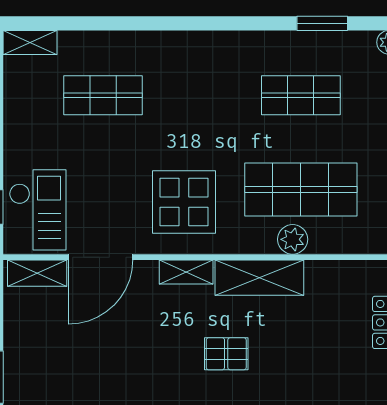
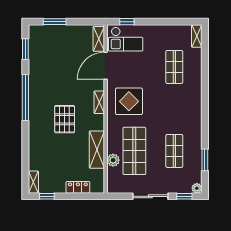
plant: (293, 239) -> (113, 160), moved
door: (101, 257) -> (106, 66), hinge flipped
shelving: (259, 278) -> (97, 150), moved
pallet: (226, 354) -> (65, 119), width x1.50, depth x1.42

